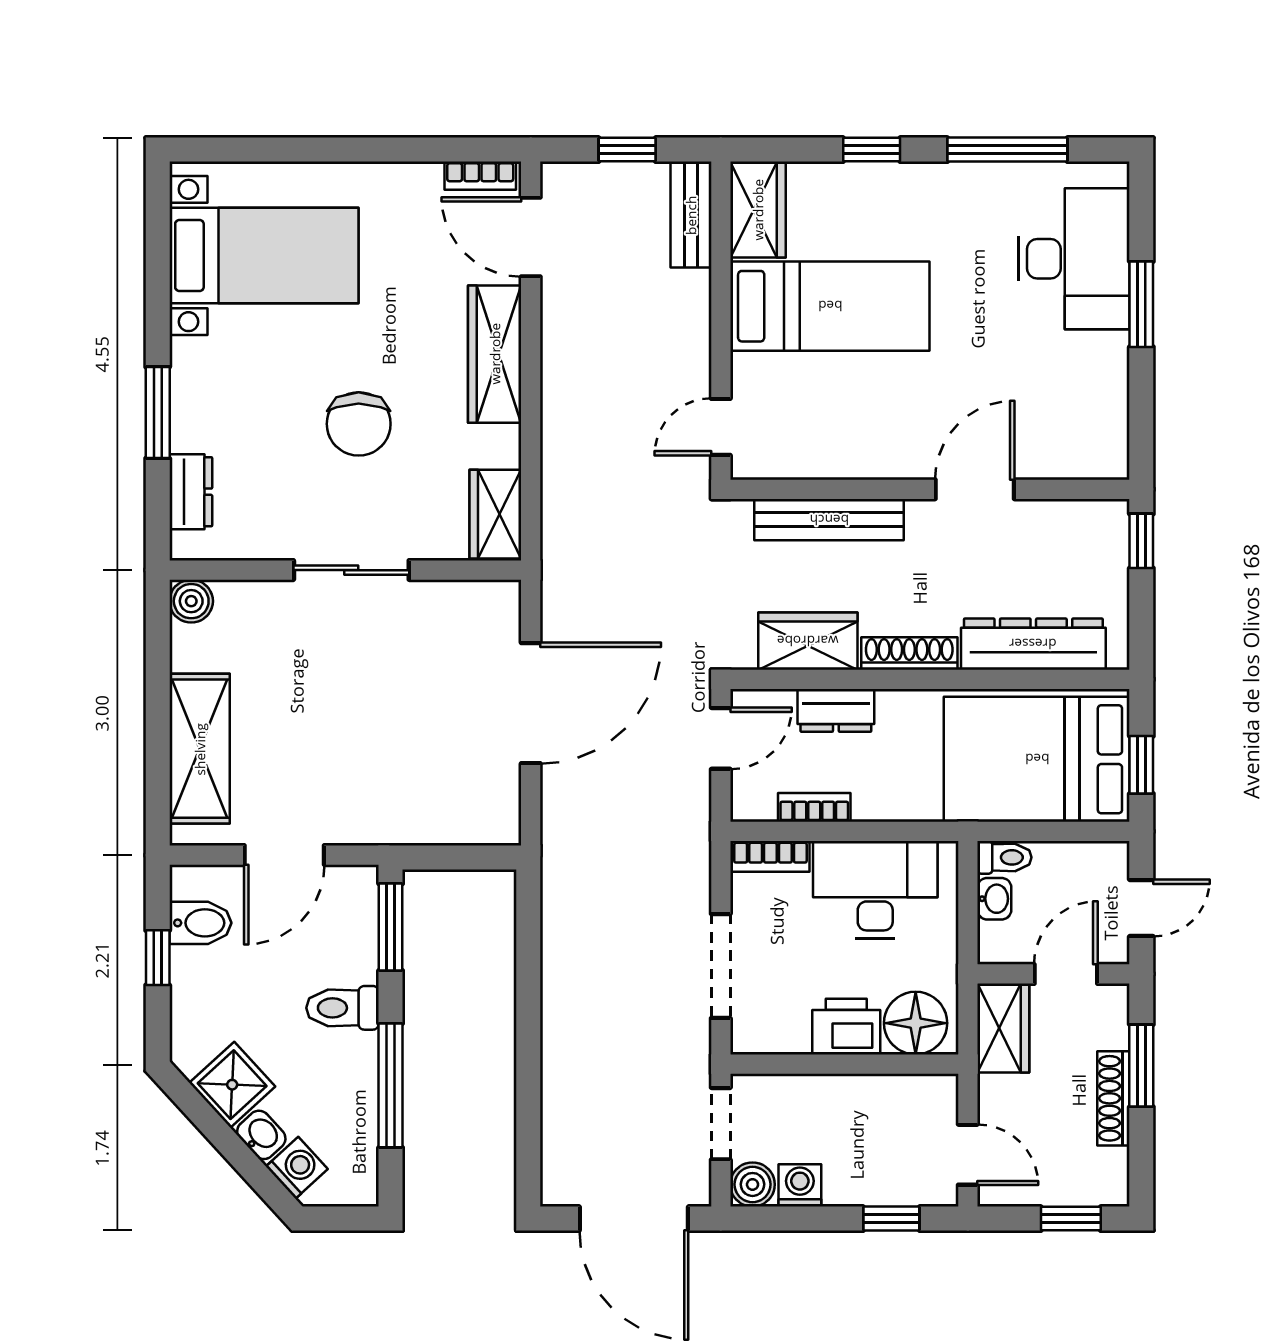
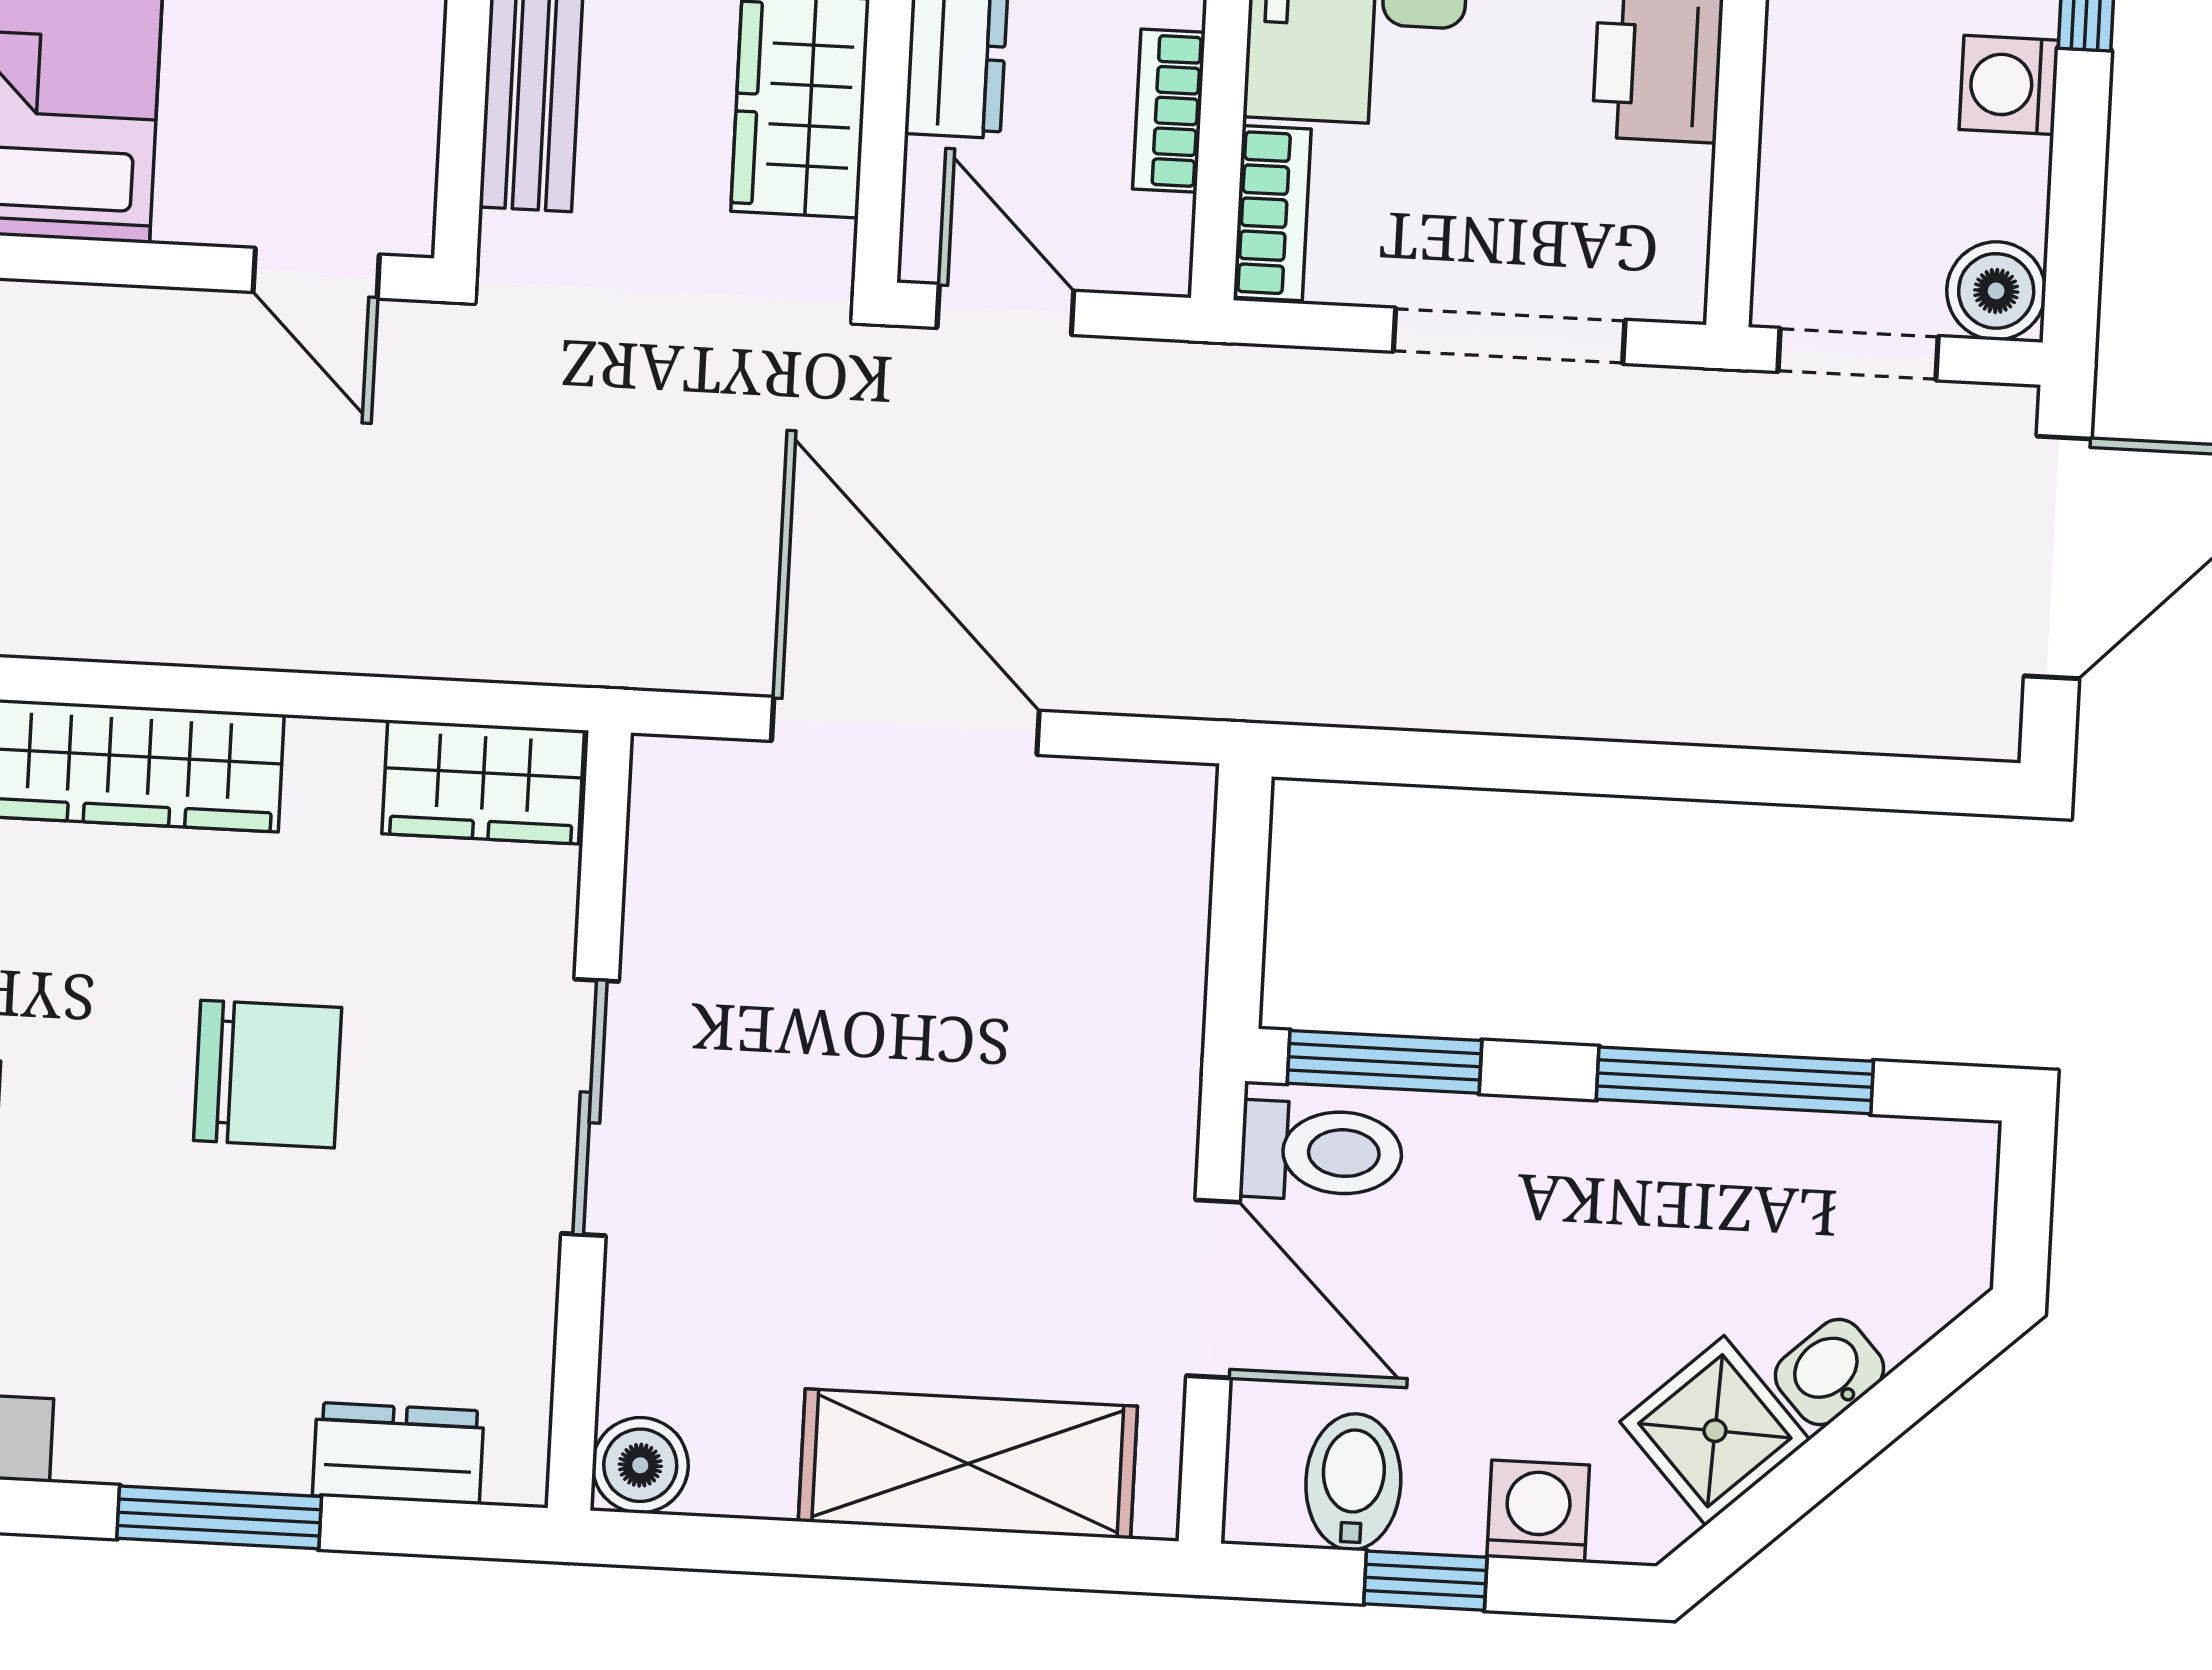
toilet: (343, 1008) -> (1321, 1152), moved, turned -90
washing machine: (297, 1168) -> (1538, 1511), moved, turned 43
washing machine: (800, 1185) -> (2009, 85), moved

